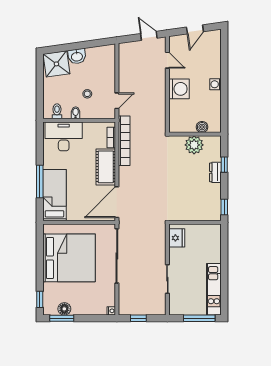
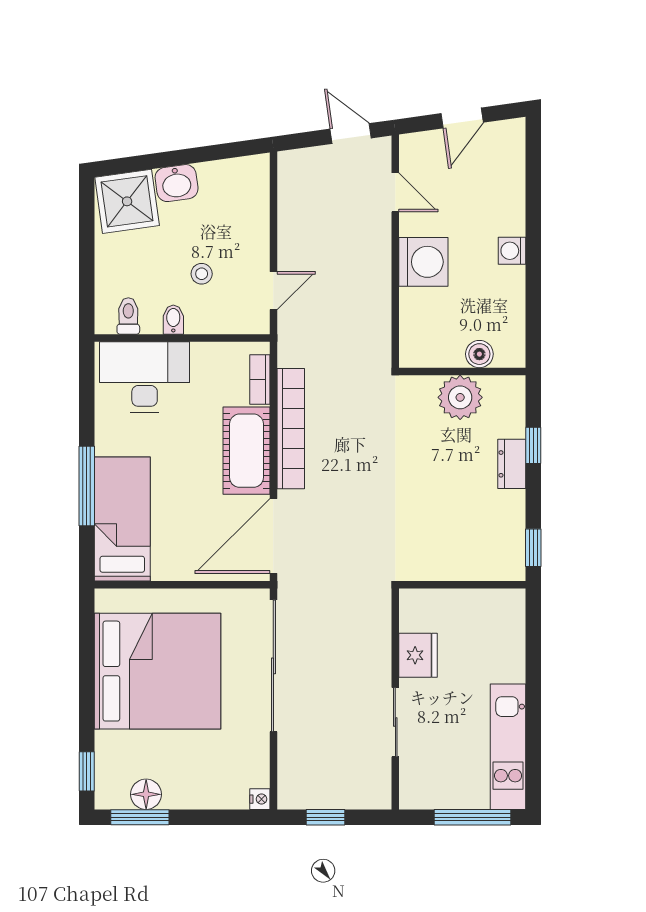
bookcase: (124, 141) -> (291, 429), moved
fridge: (177, 238) -> (418, 655), moved

